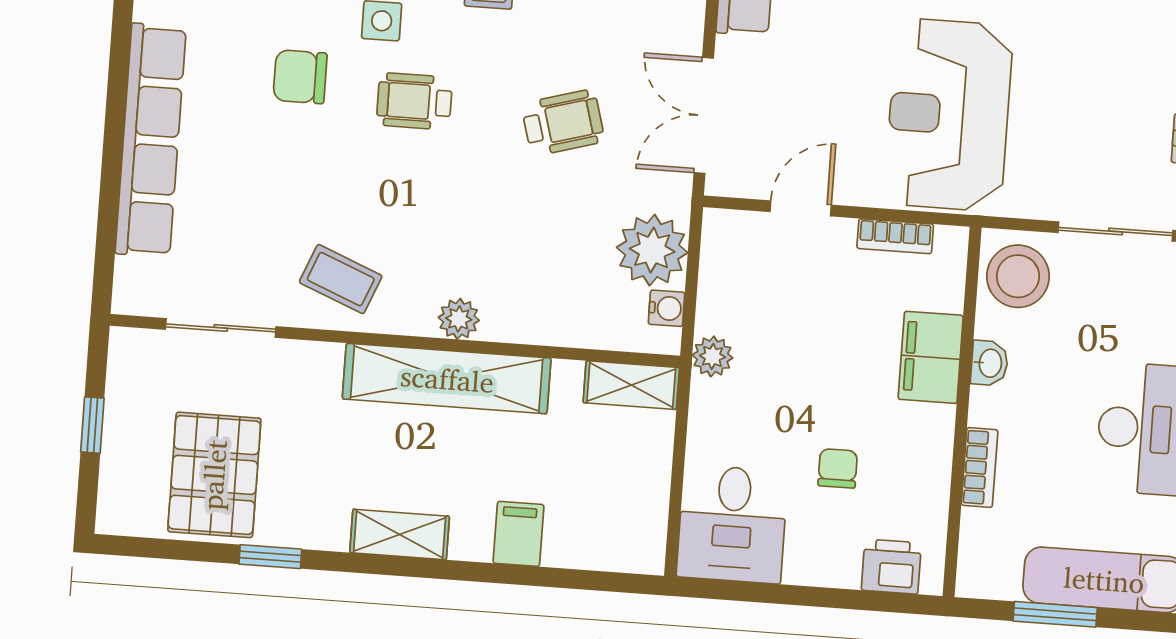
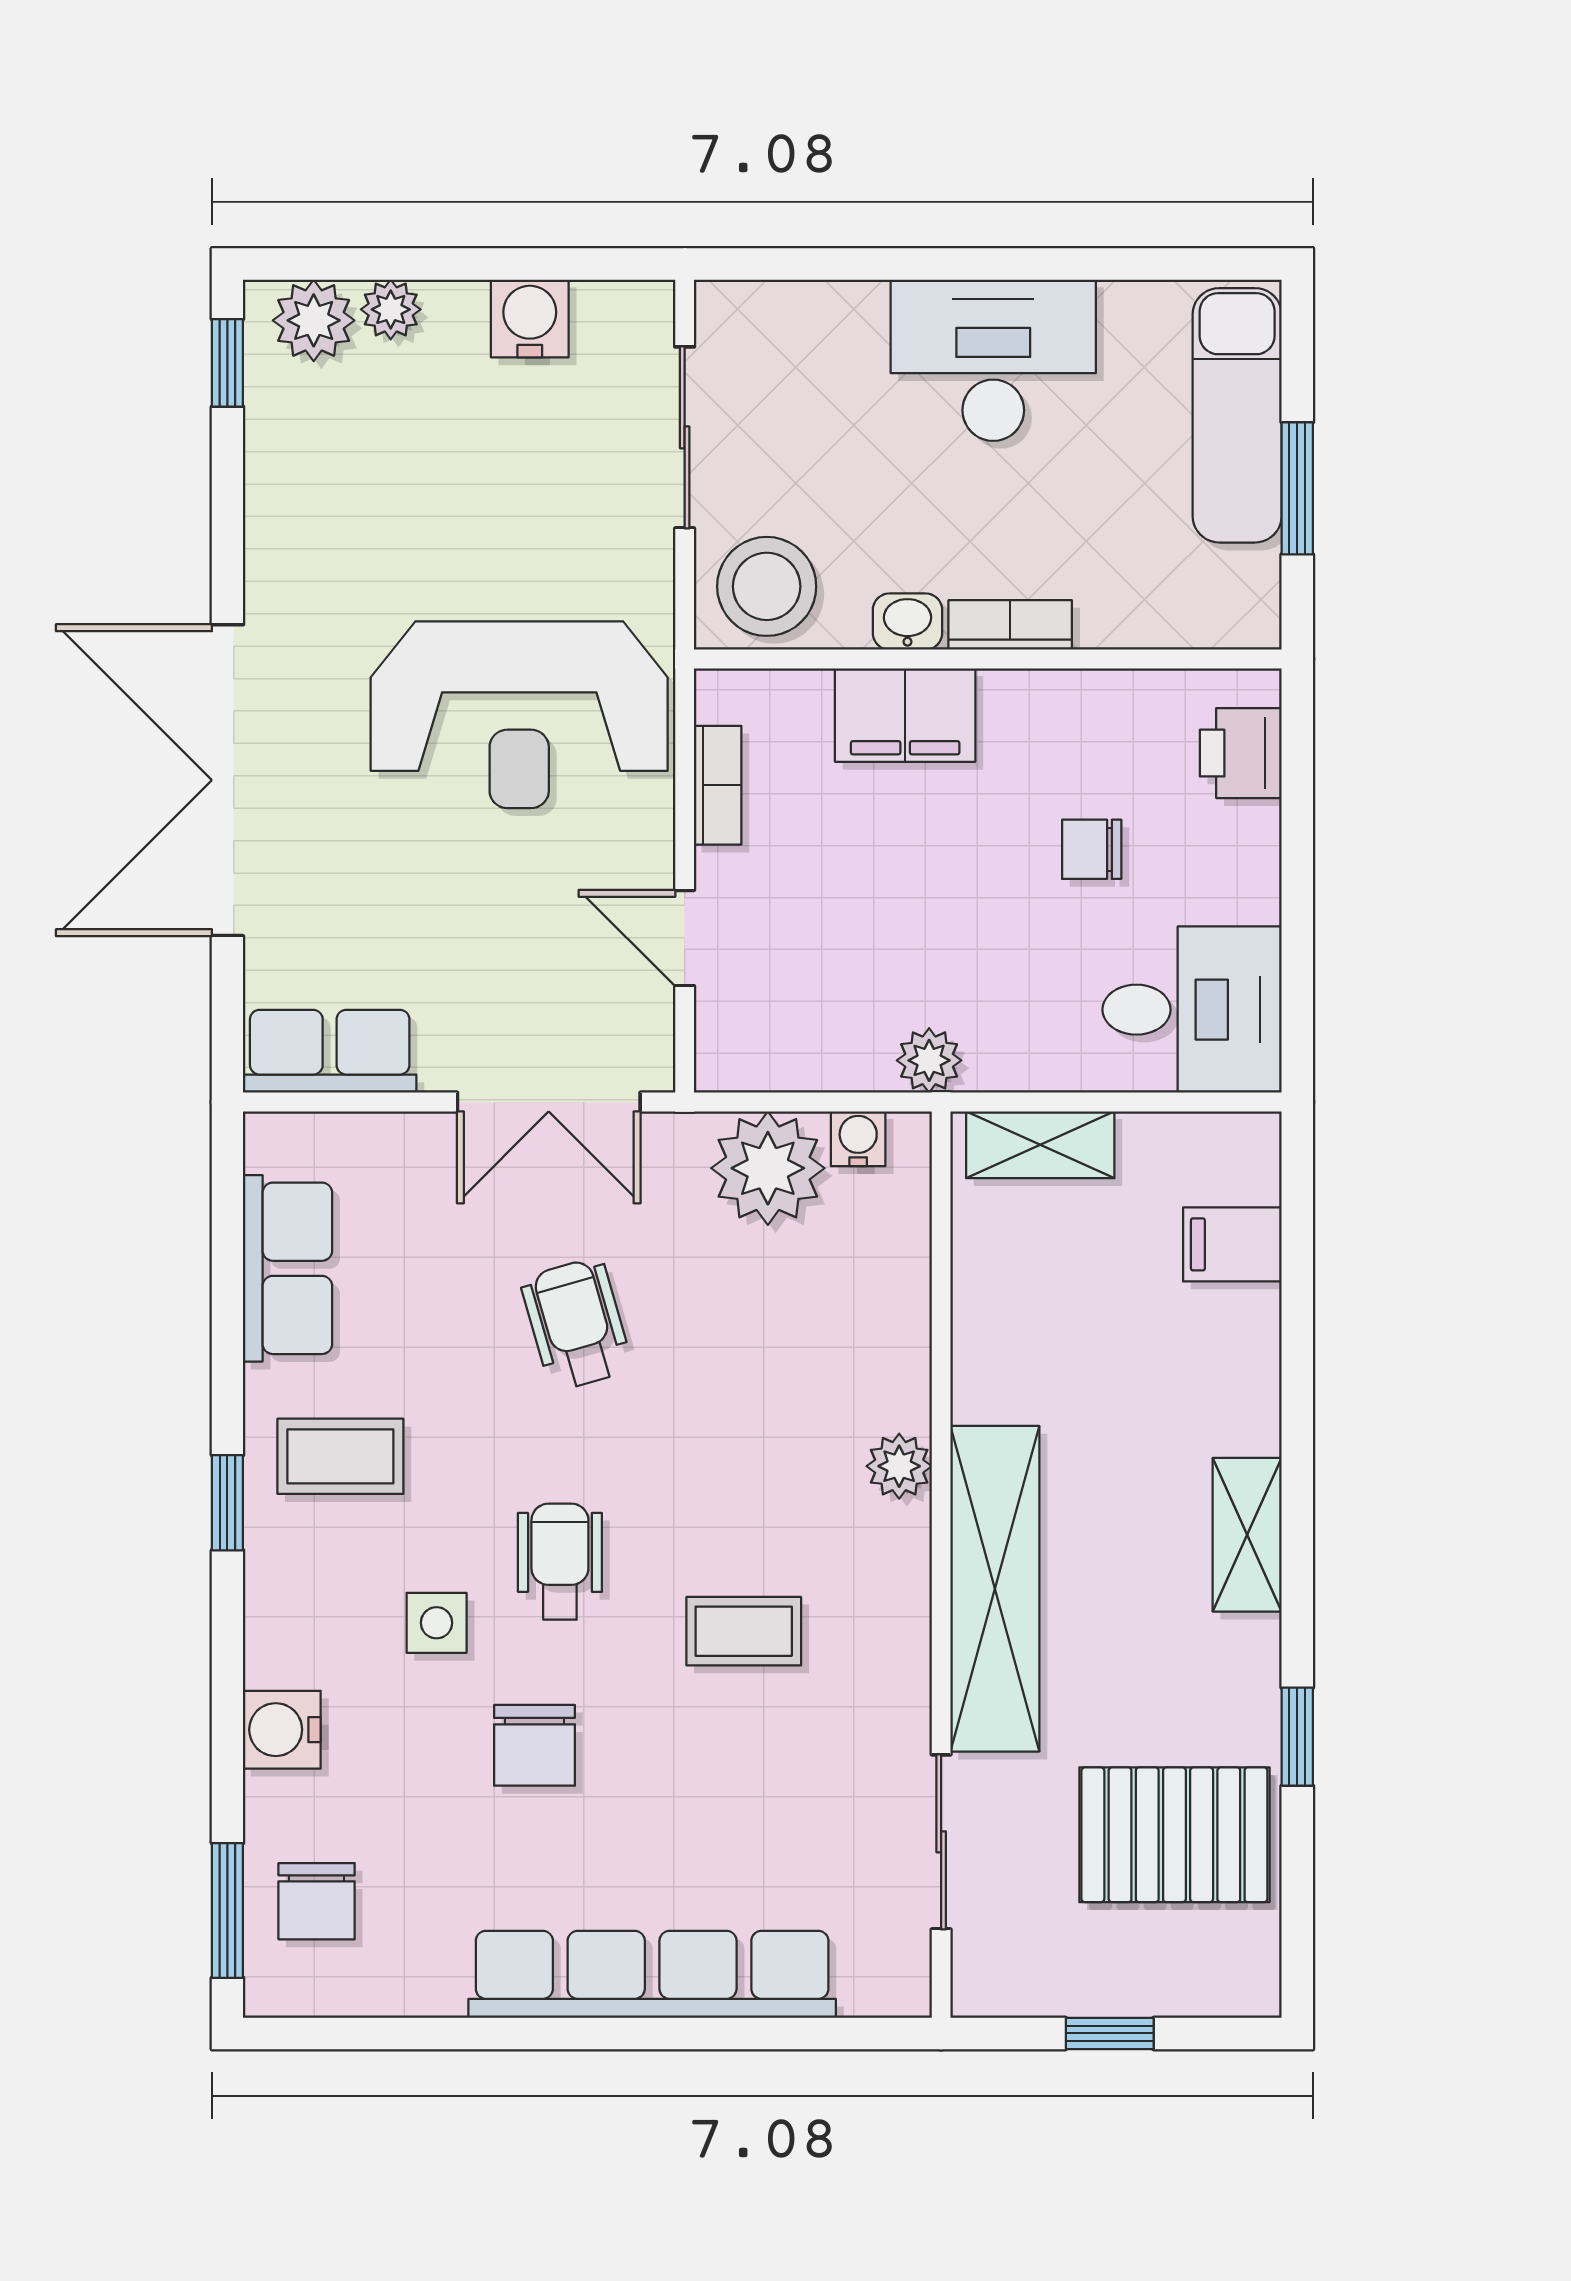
wheelchair: (414, 101) -> (560, 1562), turned 180
coffee table: (341, 279) -> (744, 1631), moved, turned 68
shelving: (447, 379) -> (995, 1589), moved
shelving: (631, 385) -> (1040, 1145), moved, turned 90
bookcase: (980, 468) -> (1010, 625), moved
filing cabinet: (518, 534) -> (1232, 1244), moved

